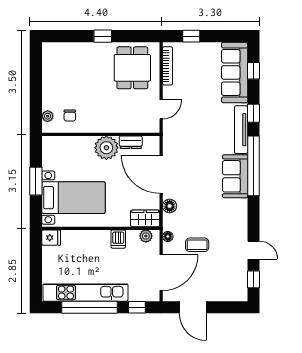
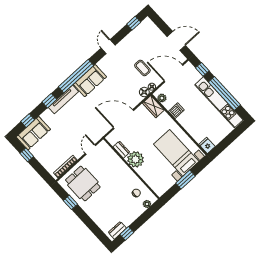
window: (103, 36) -> (70, 202), moved
window: (191, 36) -> (27, 155), moved
dresser: (49, 59) -> (117, 230), added
window: (36, 66) -> (127, 233), added
dining table: (132, 68) -> (83, 184), turned 90
sofa: (235, 72) -> (33, 133), width x0.73
door: (161, 109) -> (90, 149), hinge flipped
door: (161, 174) -> (123, 119), swing flipped
floor lamp: (170, 206) -> (144, 92), moved
door: (254, 250) -> (108, 47), moved
door: (193, 307) -> (176, 41), hinge flipped

